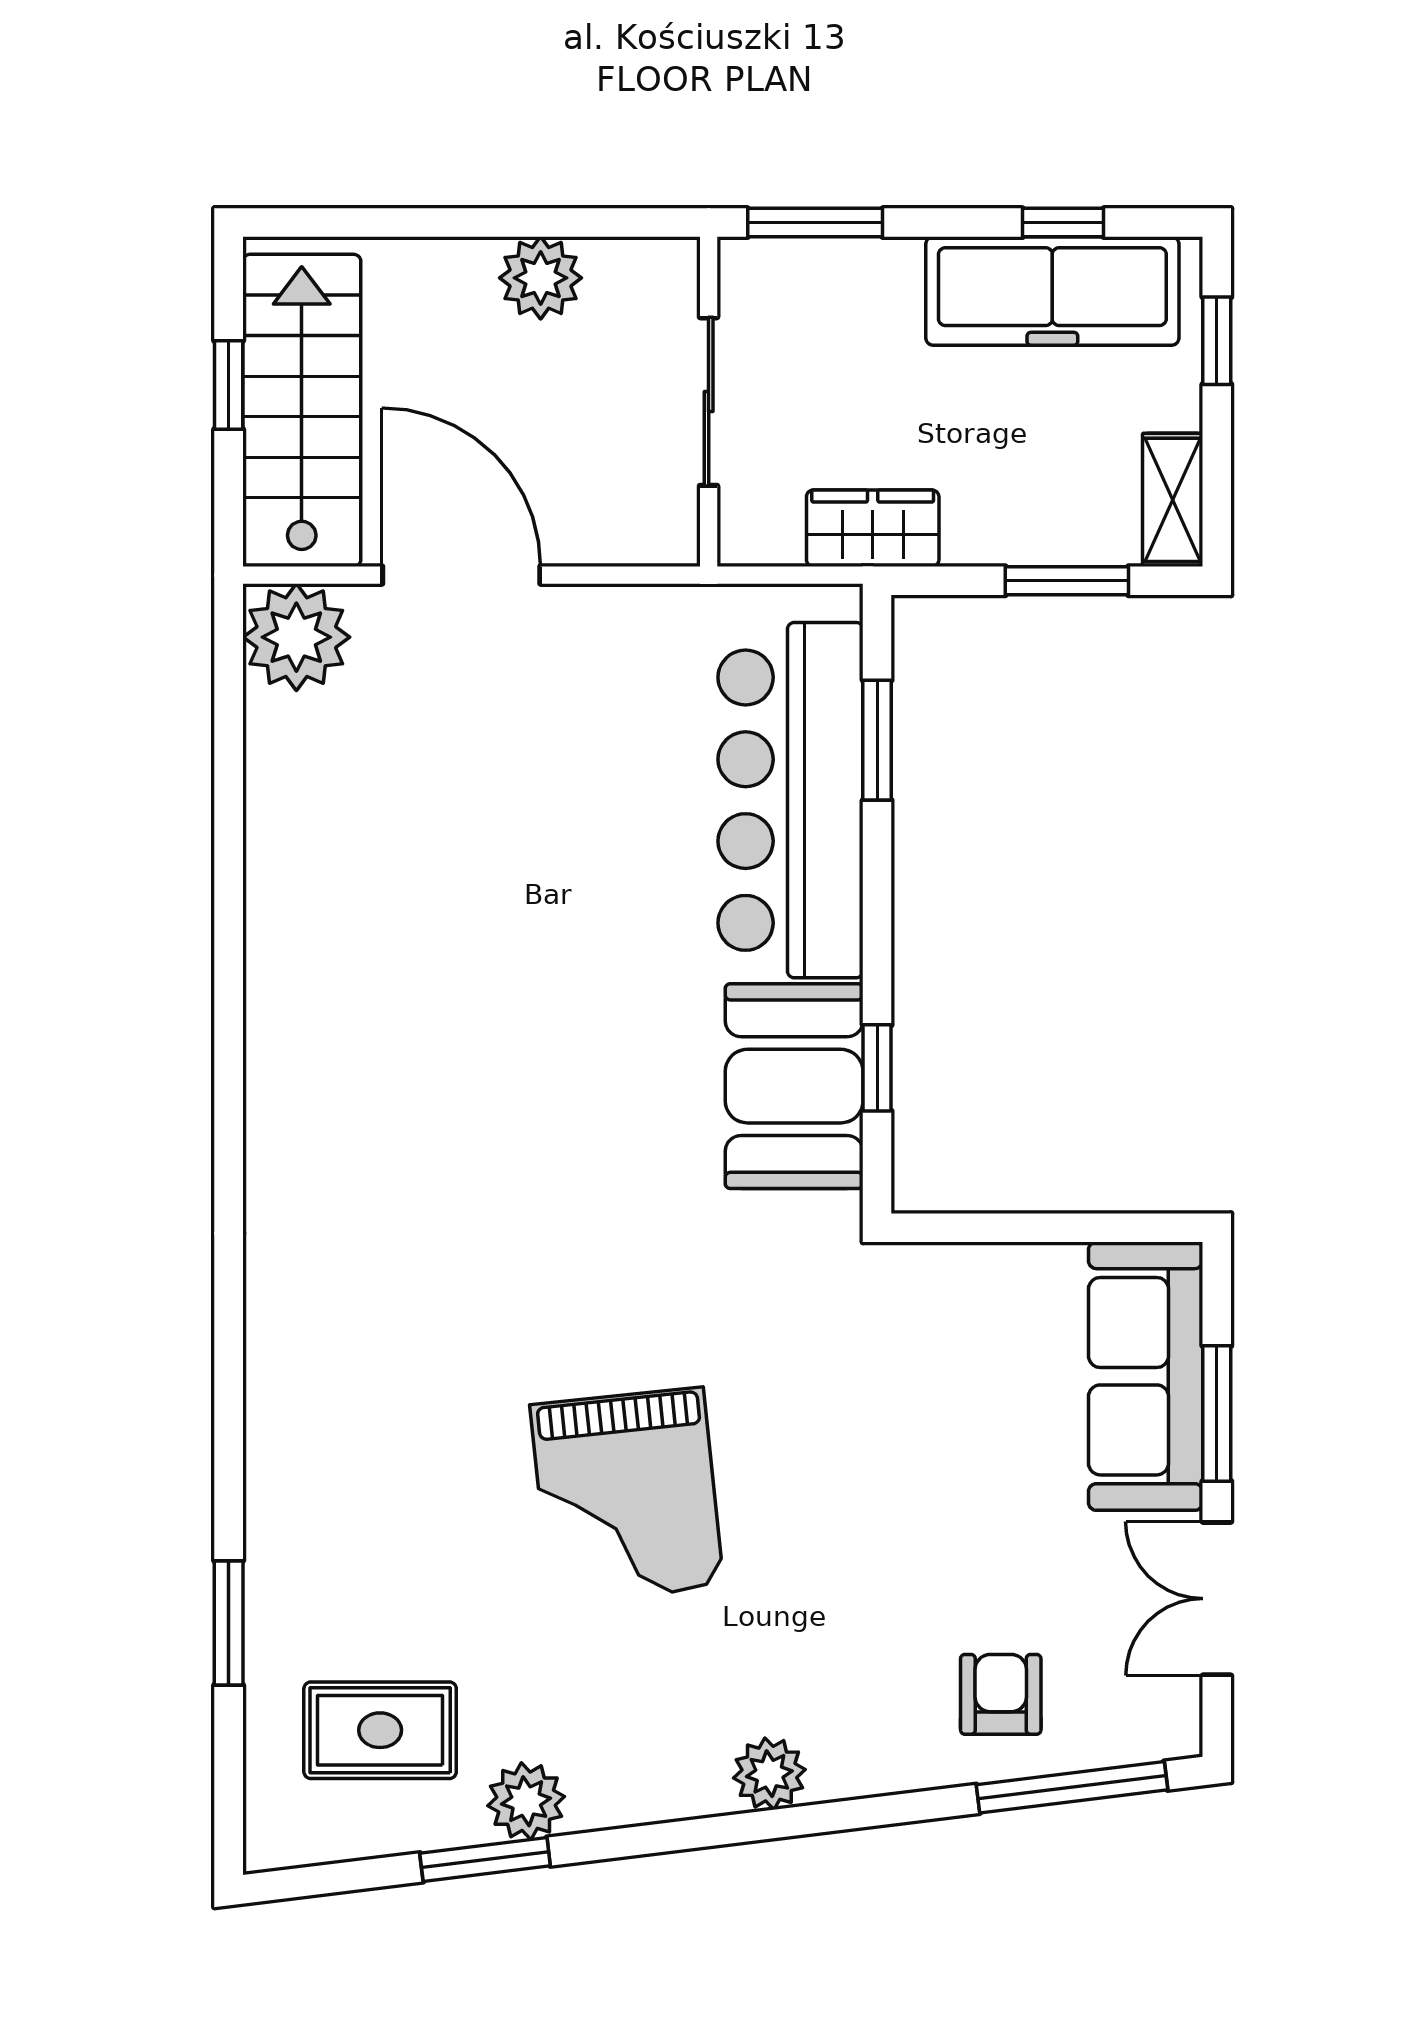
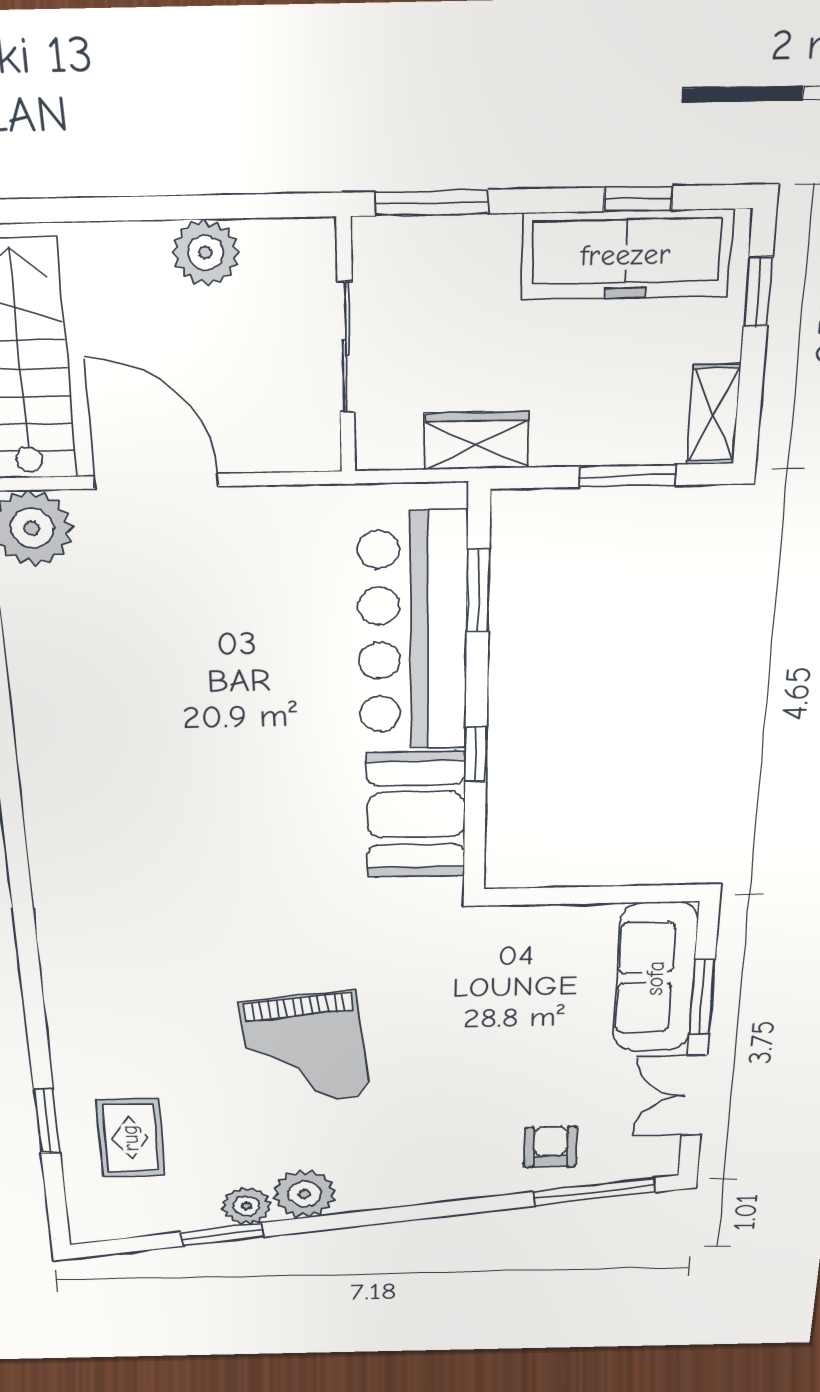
window: (877, 1068) -> (476, 754), moved
rug: (380, 1730) -> (130, 1138), moved, turned 90
plant: (769, 1774) -> (304, 1194), moved, width x1.36, depth x1.36

